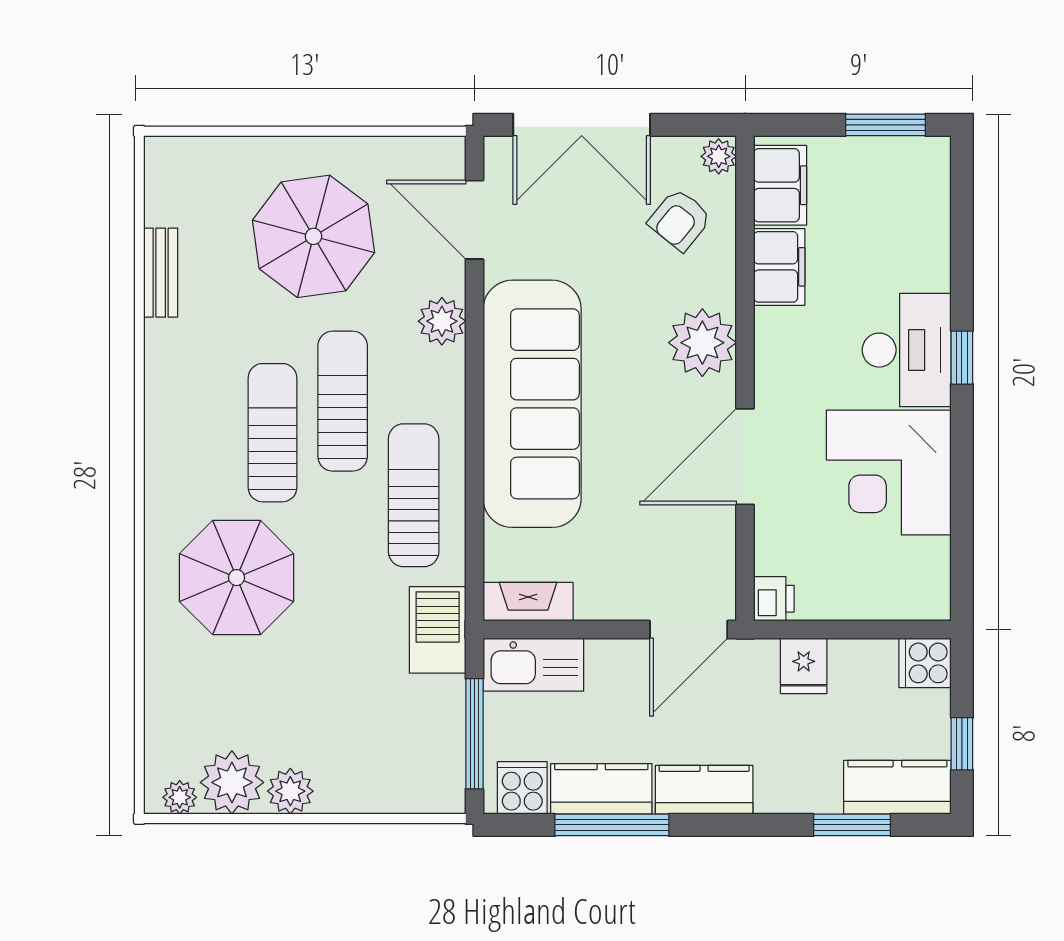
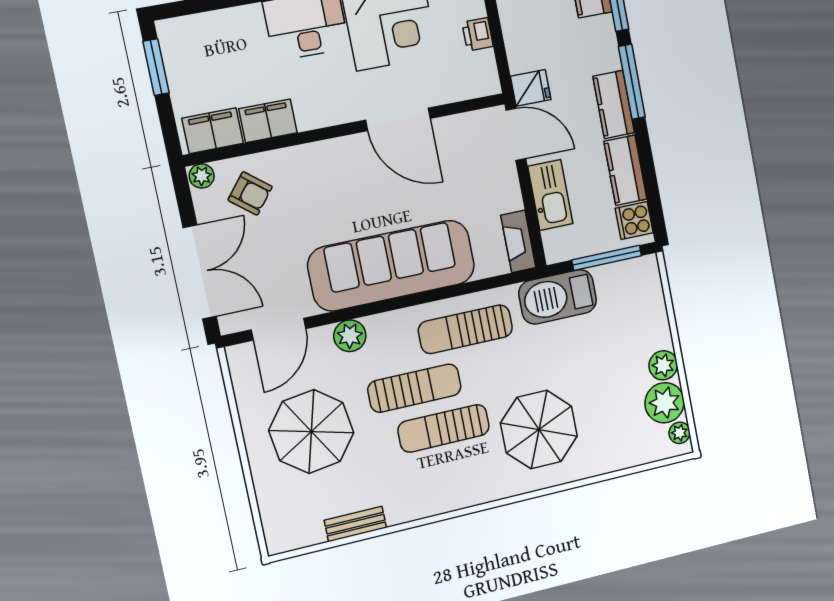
plant: (702, 343) -> (329, 162), removed
sun lounger: (343, 401) -> (415, 388), turned 180
printer: (774, 599) -> (478, 34), moved, turned -90
barbecue: (438, 630) -> (558, 297), width x1.37, depth x1.21
kitchen sink: (533, 665) -> (550, 195), moved
fridge: (804, 666) -> (531, 88), moved
window: (612, 825) -> (632, 82), moved

